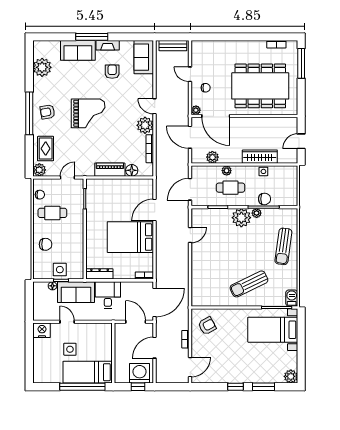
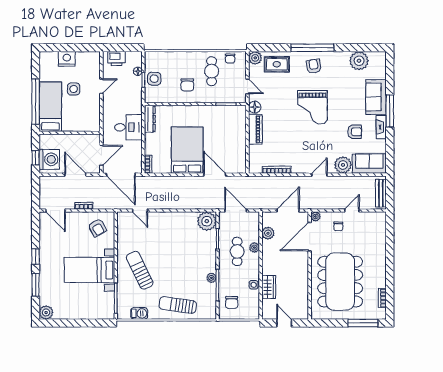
plant: (145, 125) -> (343, 165), moved
wardrobe: (260, 157) -> (269, 287), width x0.67
floor lamp: (132, 170) -> (255, 107), moved
chair: (264, 199) -> (232, 302), moved
plant: (241, 218) -> (207, 221), moved
door: (190, 235) -> (140, 211), moved
chair: (46, 244) -> (187, 85), moved
sofa: (76, 292) -> (131, 95), removed
barbecue: (292, 298) -> (139, 313), moved
printer: (40, 307) -> (117, 59), added
nightstand: (42, 330) -> (67, 59), moved, turned -90
bed with nightstands: (273, 330) -> (89, 270), moved, turned -90

